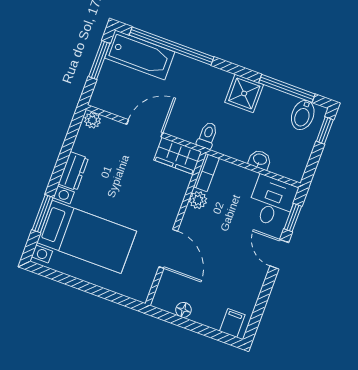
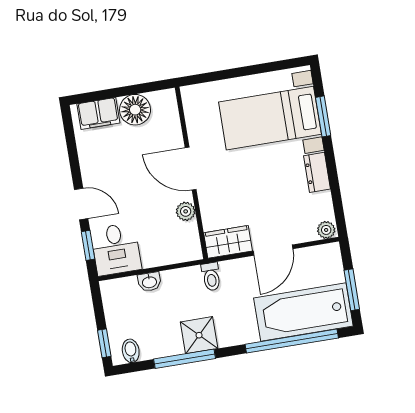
bathtub: (140, 55) -> (303, 312), width x1.36, depth x1.36
window: (287, 88) -> (185, 359), moved
bidet: (303, 115) -> (131, 351), width x0.72, depth x0.74
bookcase: (206, 173) -> (192, 241), removed
door: (168, 249) -> (191, 169), moved
floor lamp: (183, 310) -> (135, 110), width x1.89, depth x1.89
filing cabinet: (232, 323) -> (98, 113), width x2.00

